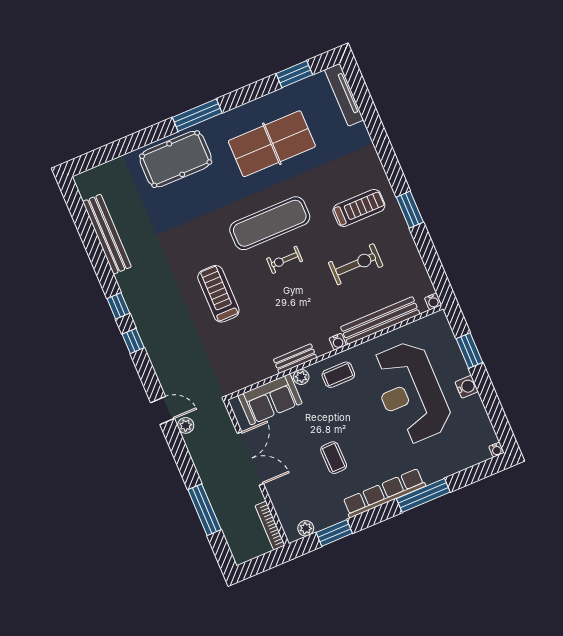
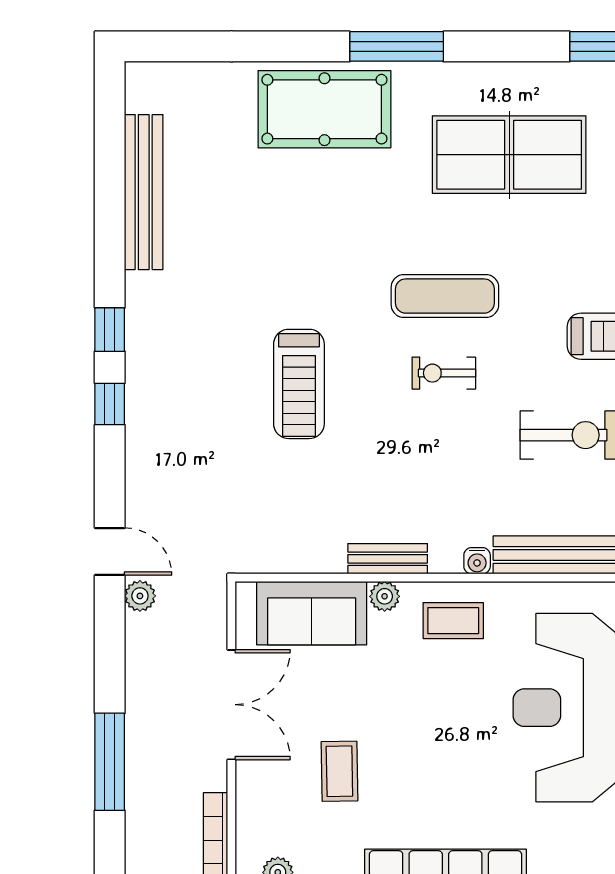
exercise mat: (270, 223) -> (445, 296), width x0.73, depth x0.69
treadmill: (218, 294) -> (299, 384), turned 180
coffee table: (334, 458) -> (339, 771), moved

